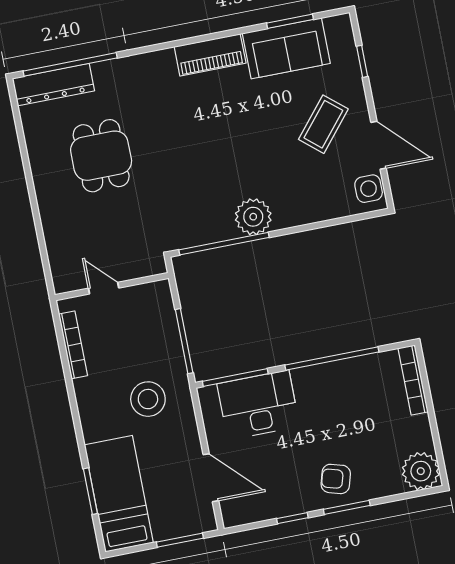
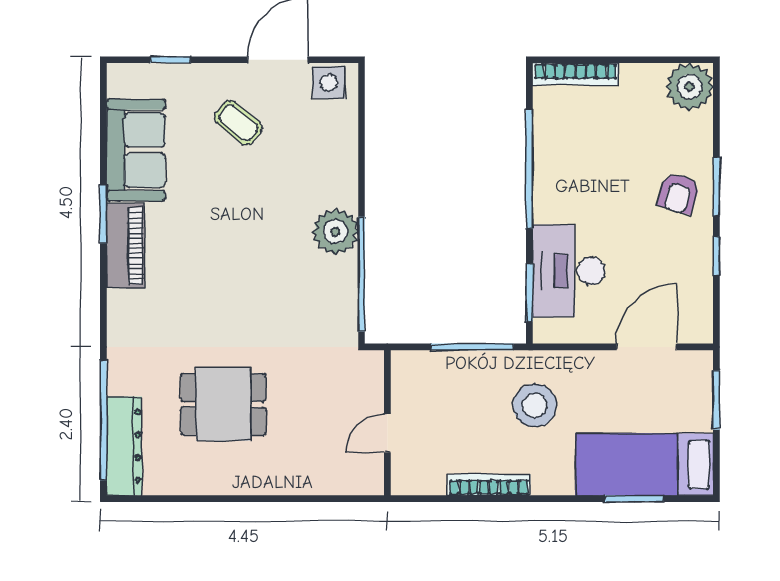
window: (290, 21) -> (103, 214), moved
coffee table: (323, 124) -> (238, 123), width x0.73, depth x0.77
bookcase: (73, 345) -> (489, 485), moved
window: (235, 377) -> (529, 293), width x0.69

